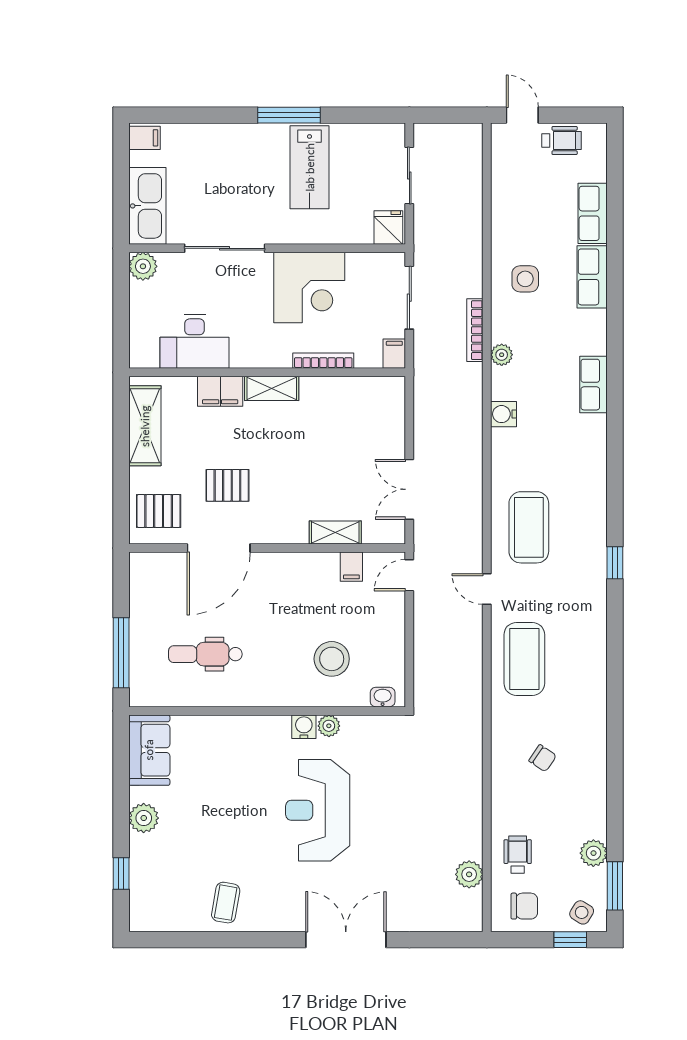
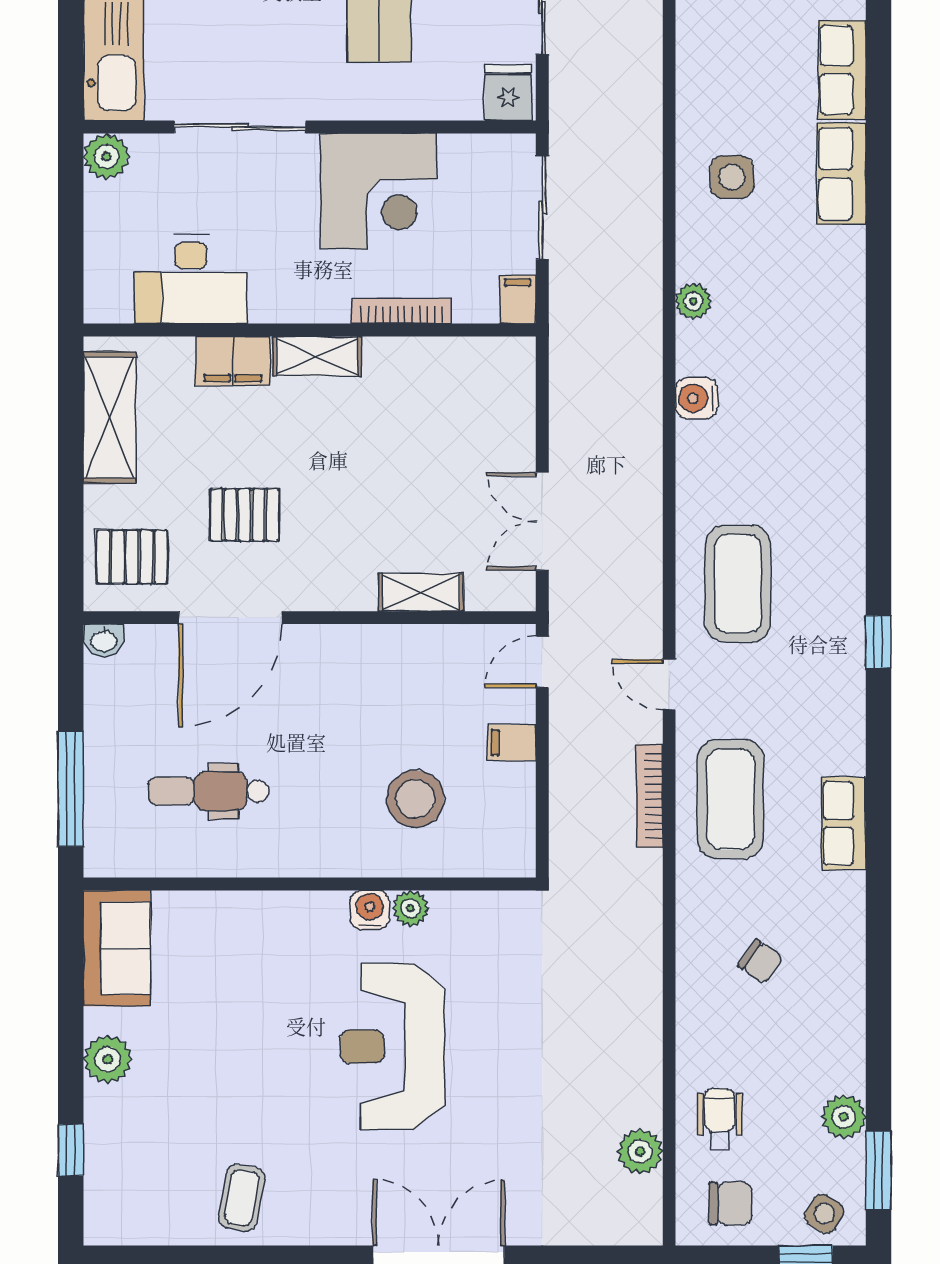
bookcase: (475, 330) -> (650, 796), moved
row of seats: (593, 385) -> (844, 823), moved
filing cabinet: (351, 567) -> (512, 743), moved, turned 90
washbasin: (383, 697) -> (104, 640), moved, turned 180

